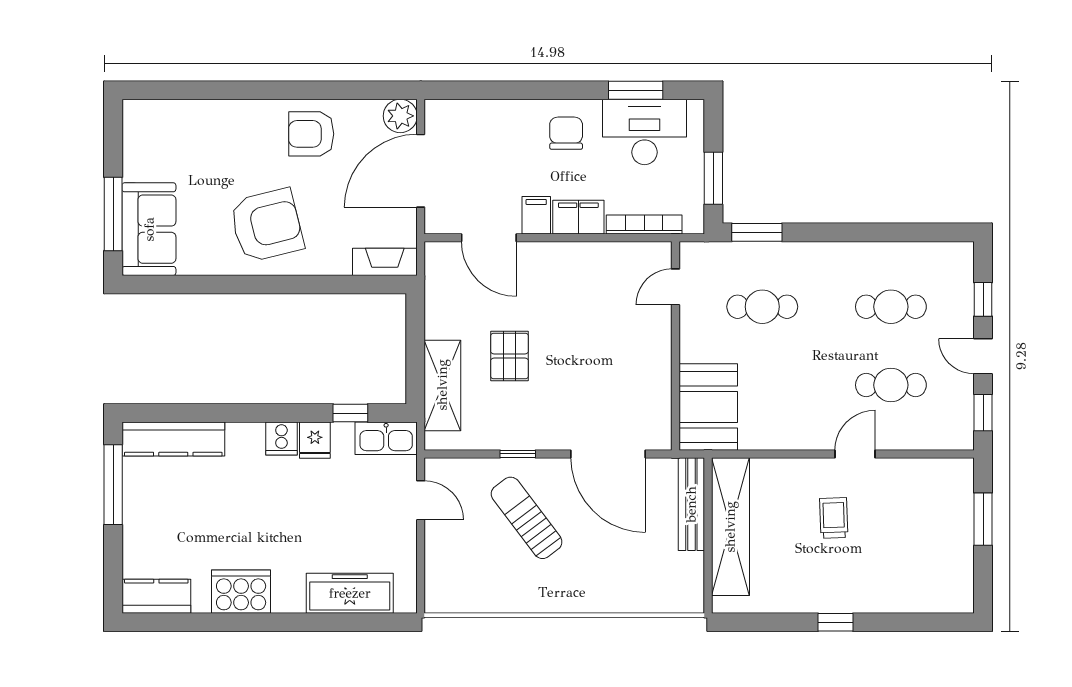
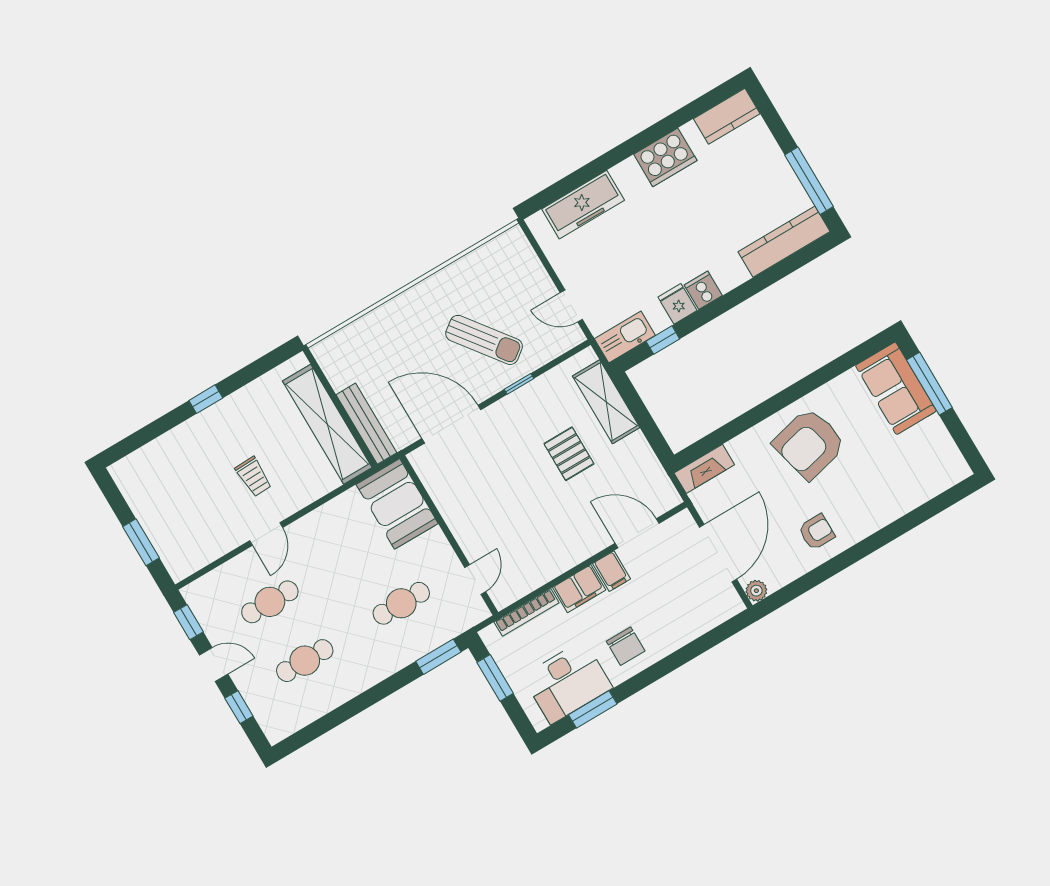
plant: (400, 116) -> (756, 591), width x0.73, depth x0.73
armchair: (311, 134) -> (817, 532), width x0.72, depth x0.72

